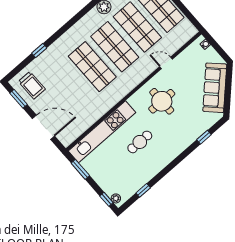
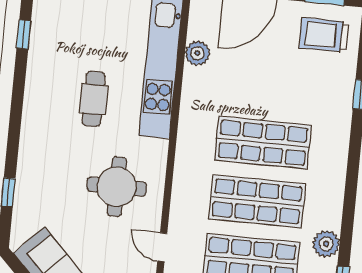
door: (166, 63) -> (162, 247), swing flipped
plant: (85, 123) -> (197, 53), added

